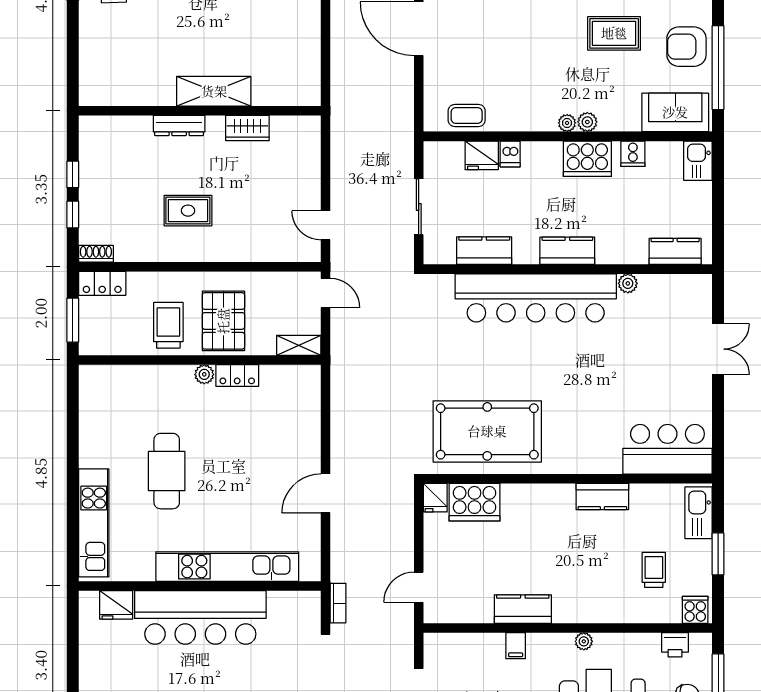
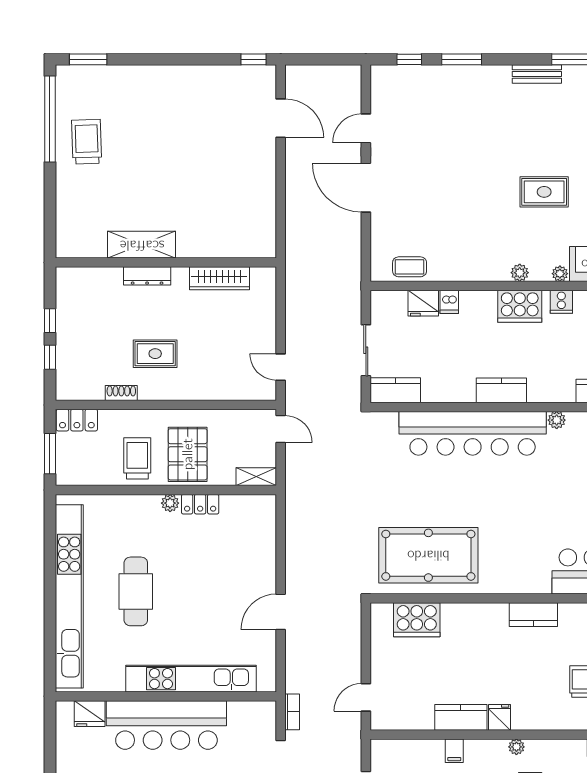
shelving: (214, 91) -> (142, 245), moved
plant: (567, 123) -> (560, 274), moved
wardrobe: (247, 128) -> (219, 278), width x1.50
kitchen counter: (484, 251) -> (395, 390), moved
shoe rack: (96, 254) -> (121, 393), moved
fridge: (435, 498) -> (499, 717), moved, turned 180
kitchen unit: (94, 523) -> (69, 596), width x1.86

